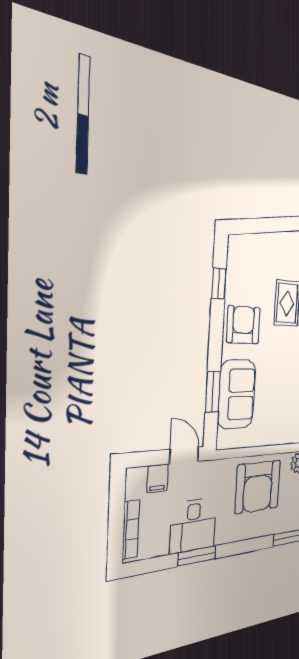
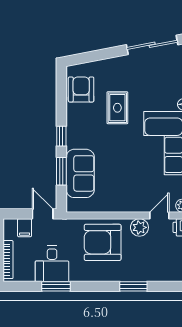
window: (219, 284) -> (61, 136), moved
armchair: (243, 325) -> (81, 89), moved
armchair: (258, 487) -> (103, 242), turned 90

